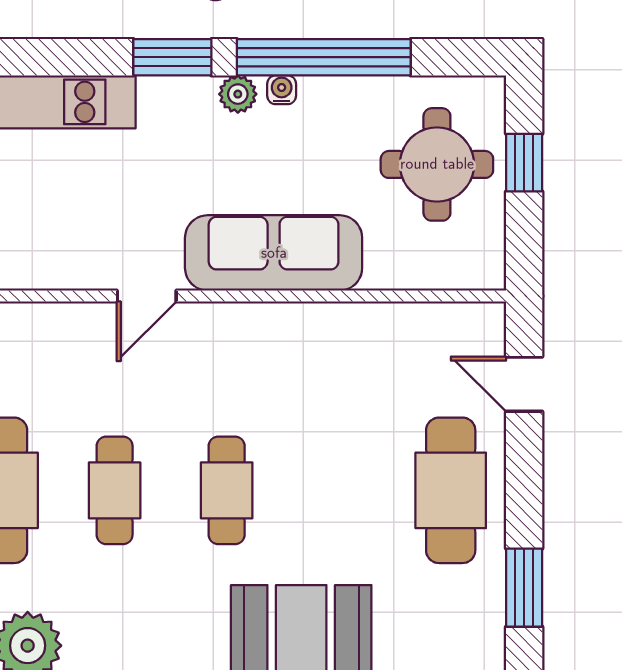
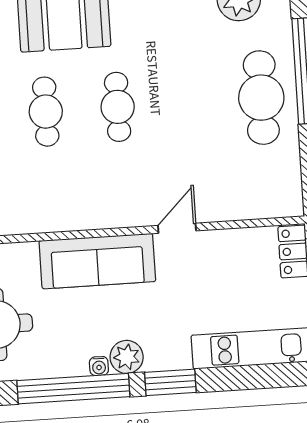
plant: (238, 94) -> (127, 357), width x1.38, depth x1.38
cafe table: (115, 490) -> (46, 112), moved

